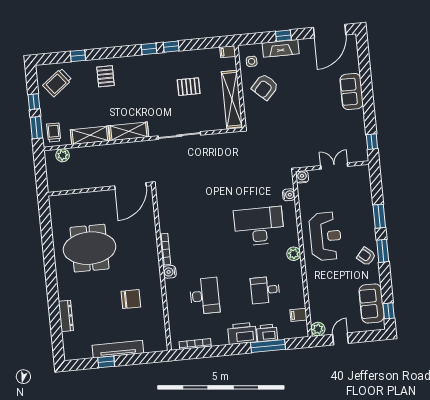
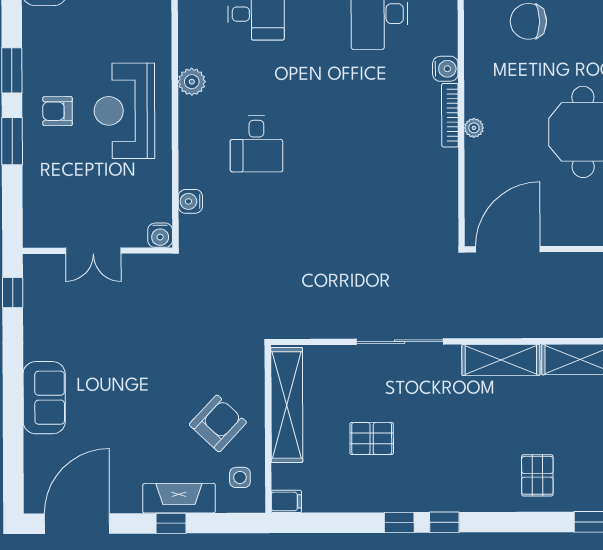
desk: (259, 226) -> (256, 144), width x0.53, depth x0.77
plant: (153, 244) -> (474, 128), added
armchair: (366, 256) -> (58, 111), moved, turned 139

